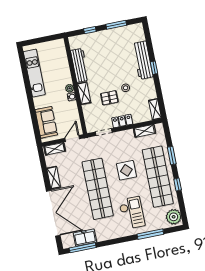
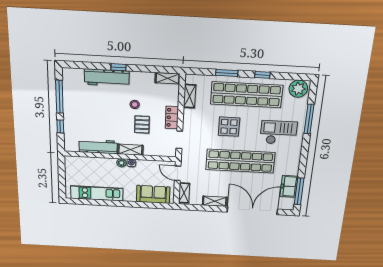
window: (116, 25) -> (59, 97), width x1.44

